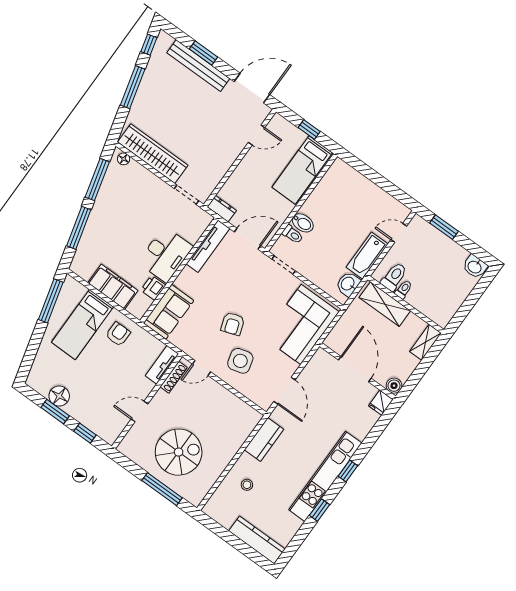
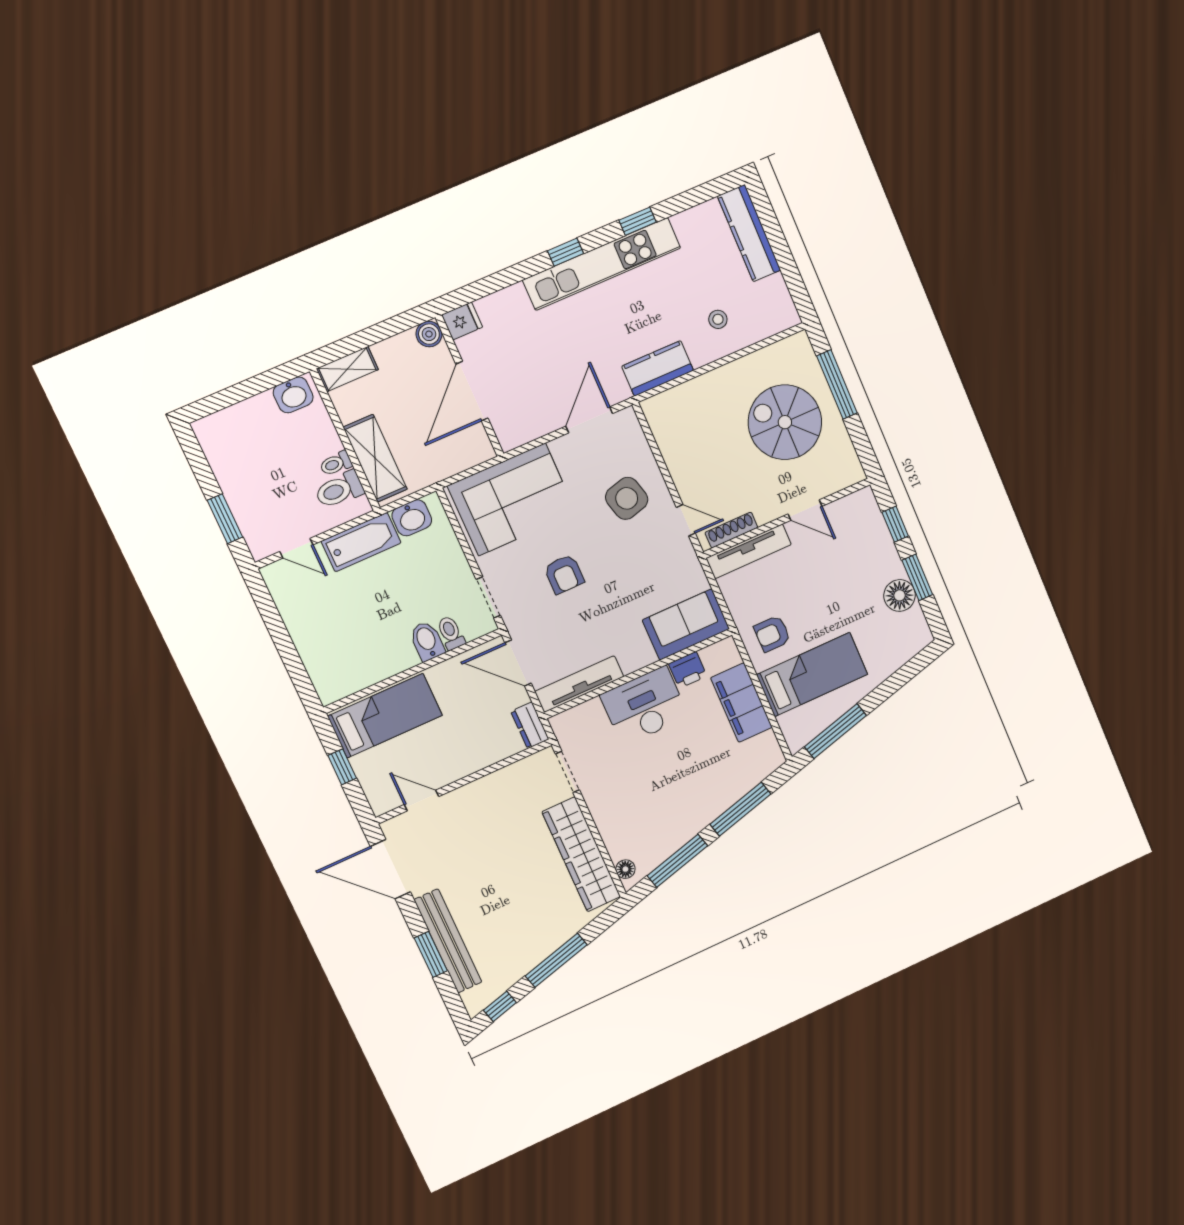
washbasin: (475, 267) -> (293, 395), moved, turned 90
armchair: (233, 324) -> (564, 574), moved, turned 109
tv unit: (162, 365) -> (749, 551), width x1.41

